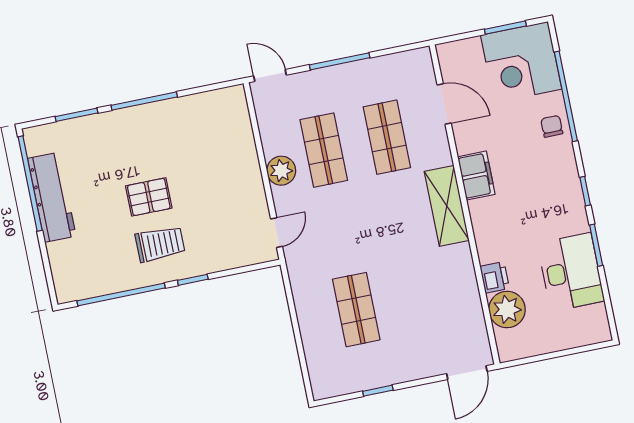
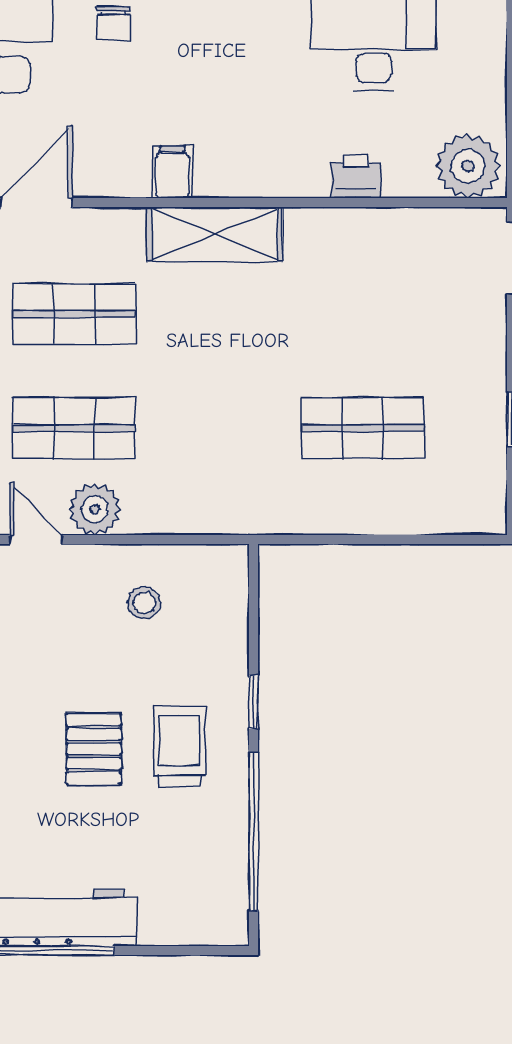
chair: (552, 126) -> (113, 23), turned -90
filing cabinet: (476, 176) -> (172, 172), width x0.50
stool: (235, 208) -> (144, 603), added
door: (277, 233) -> (36, 539), moved
plant: (507, 309) -> (468, 166), moved

